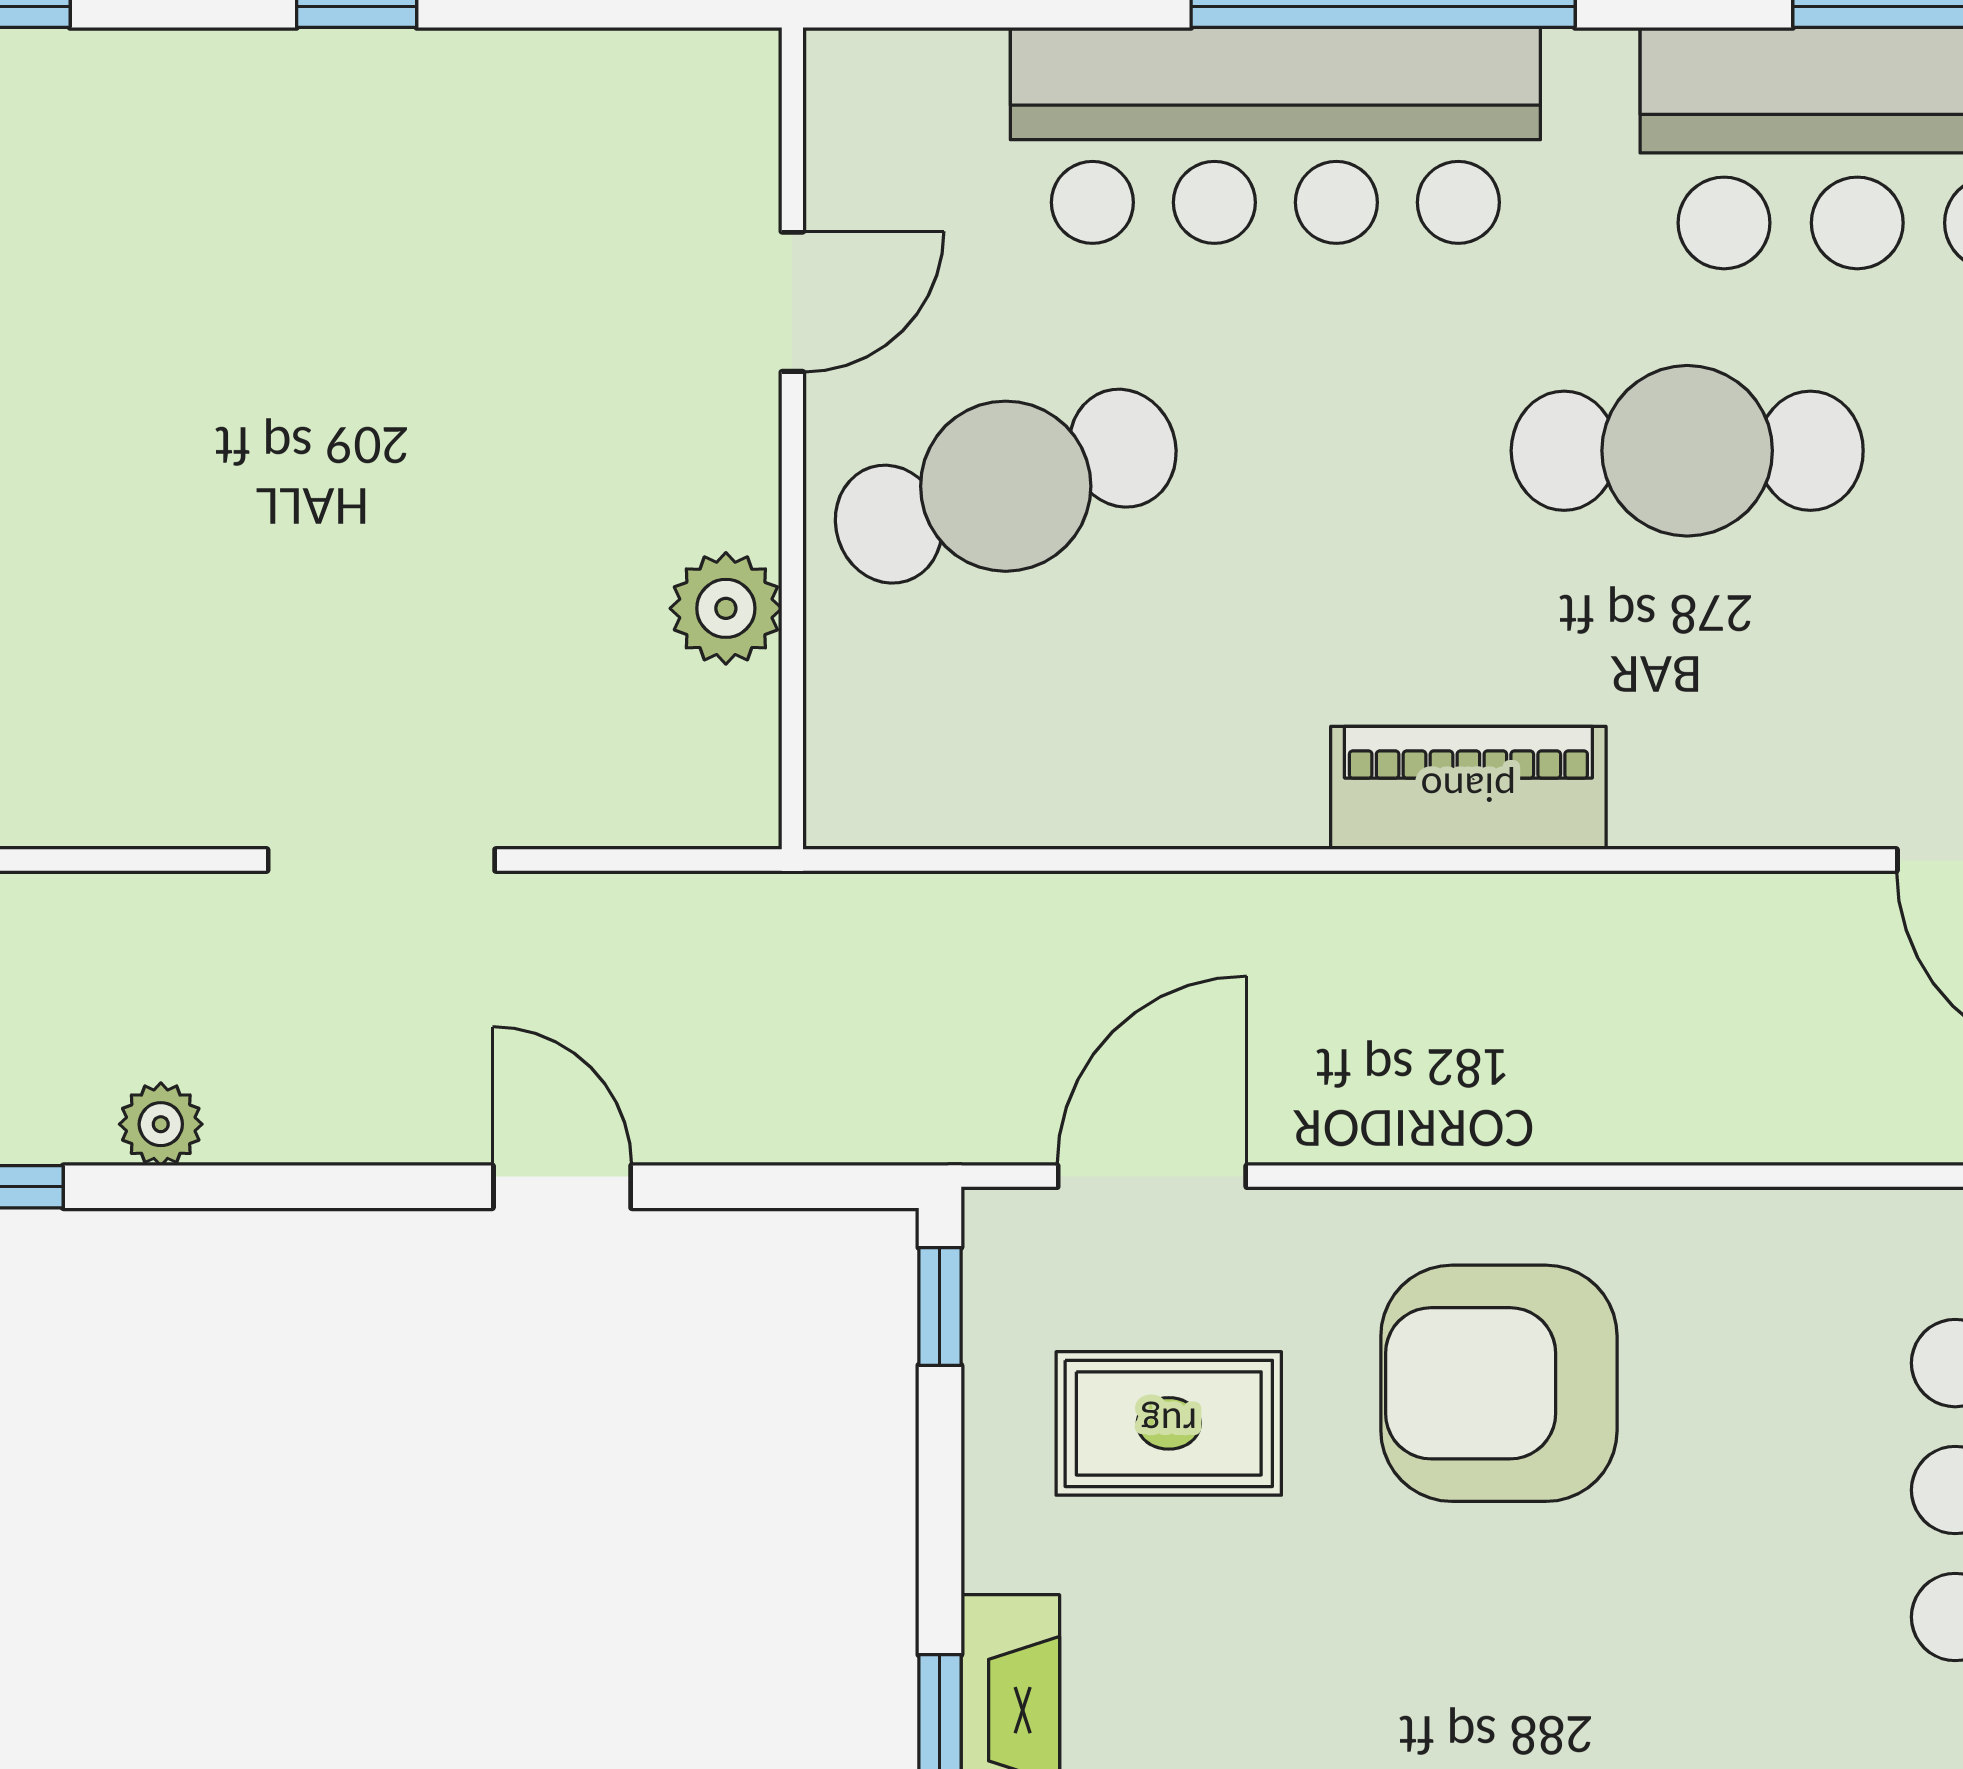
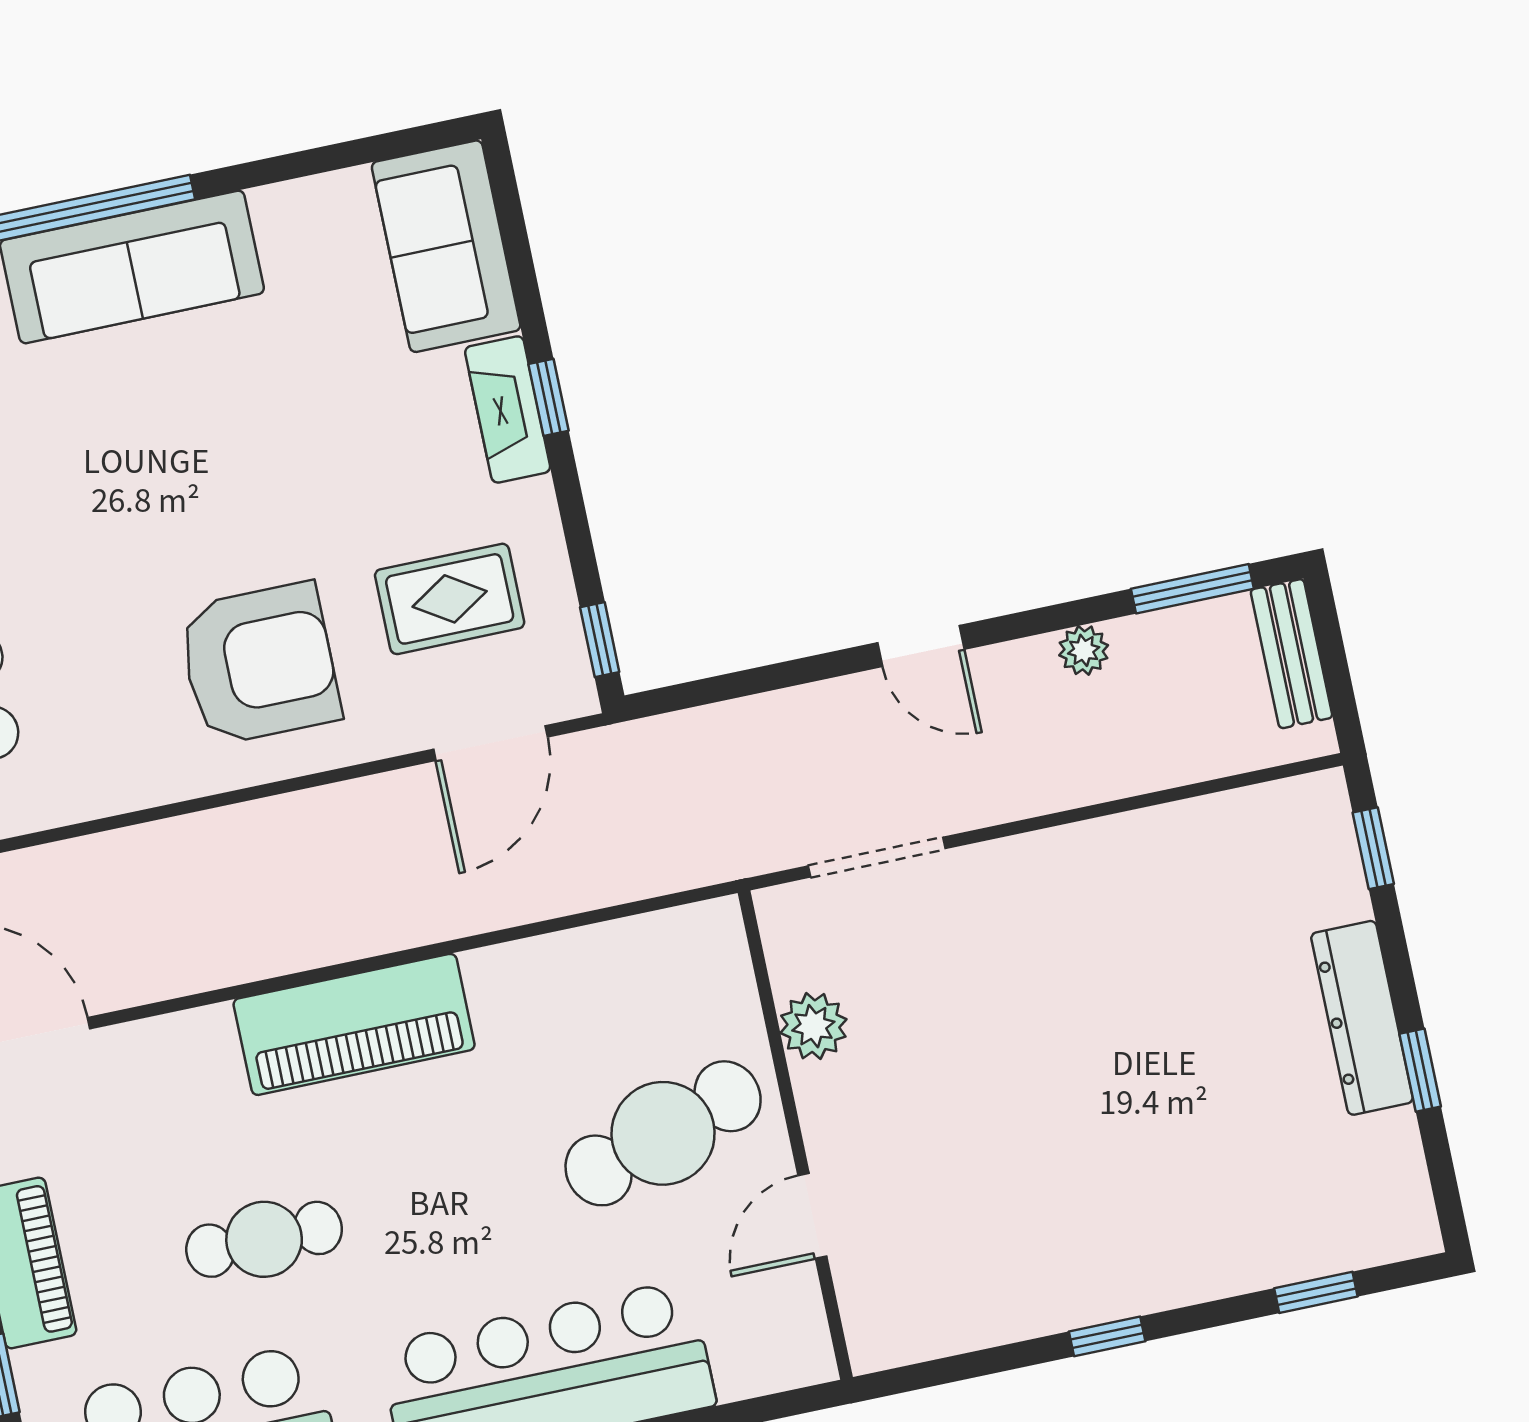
cafe table: (1687, 451) -> (264, 1239), width x0.73, depth x0.74
piano: (1468, 788) -> (354, 1024), width x1.37, depth x1.33
doorway: (381, 860) -> (877, 857), moved
door: (562, 1187) -> (921, 646), moved

